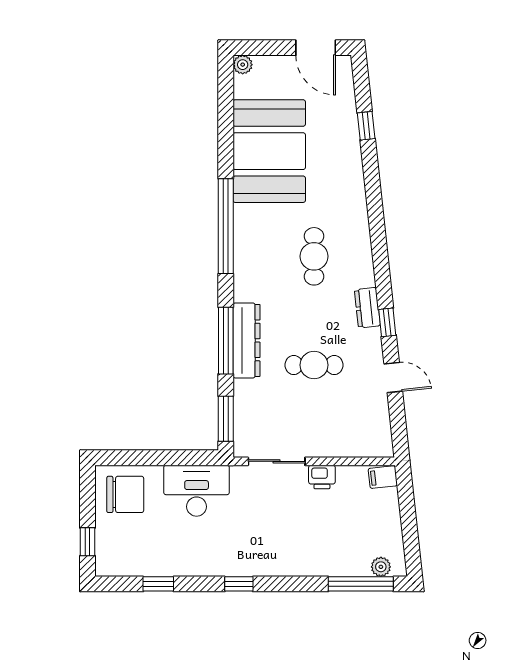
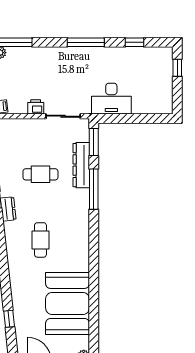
window: (226, 226) -> (94, 258), removed
dresser: (246, 340) -> (81, 165), moved
chair: (125, 494) -> (154, 96), removed
window: (239, 584) -> (86, 42), width x2.17

